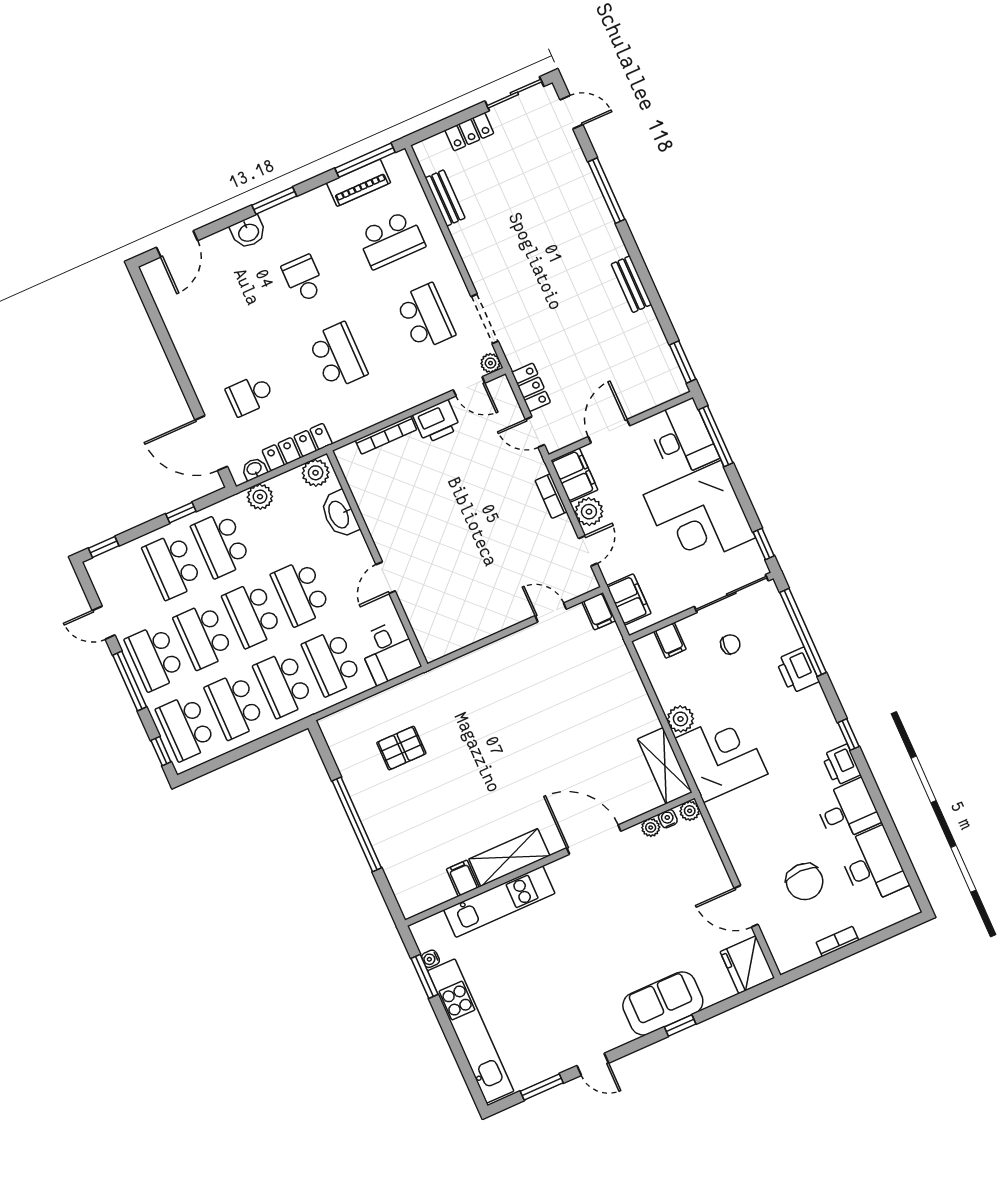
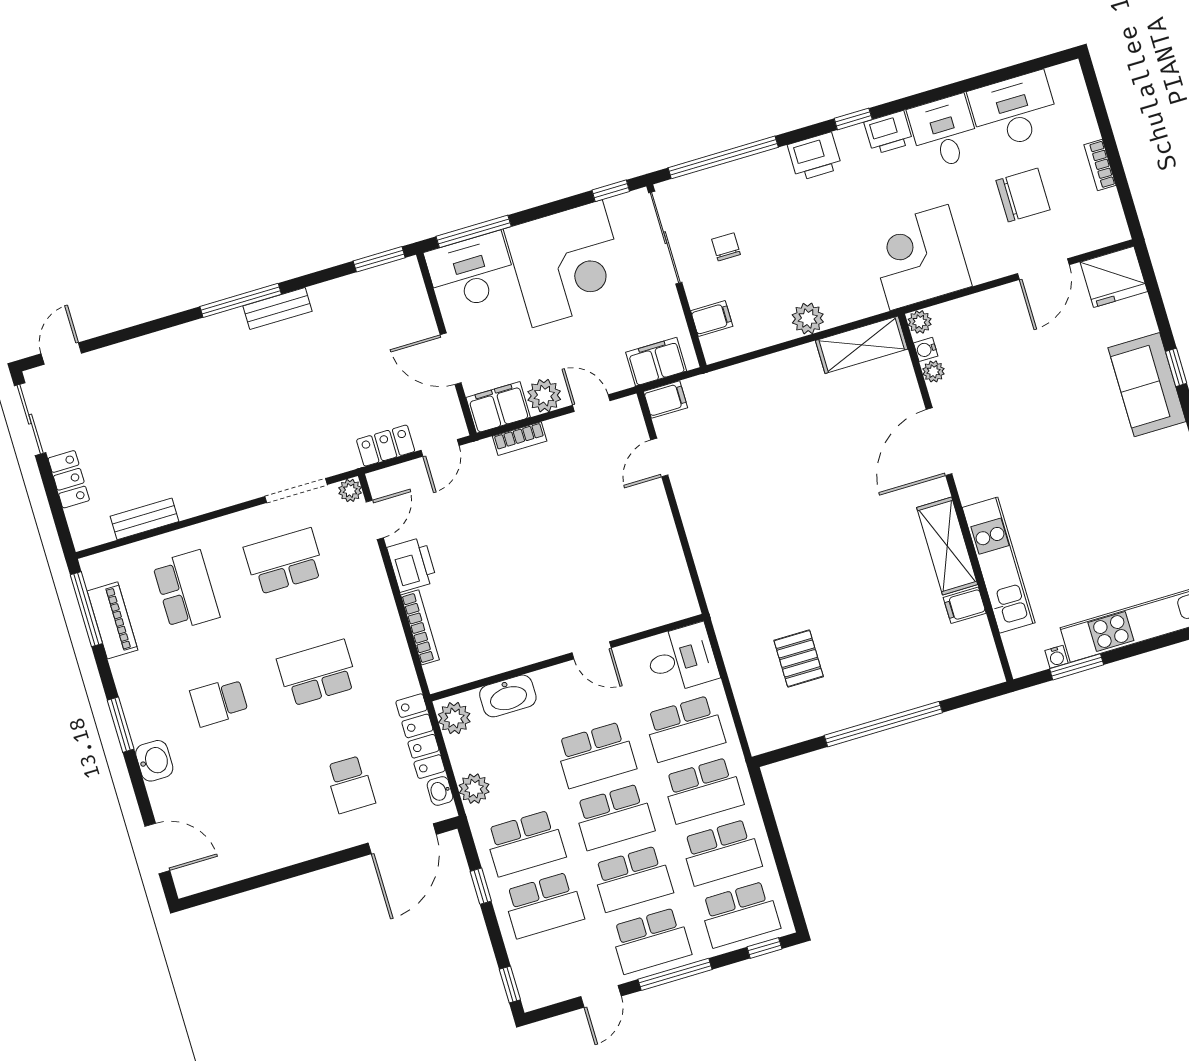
window: (606, 191) -> (241, 300), moved
printer: (797, 671) -> (815, 157), moved
corner desk: (721, 756) -> (919, 257), moved

